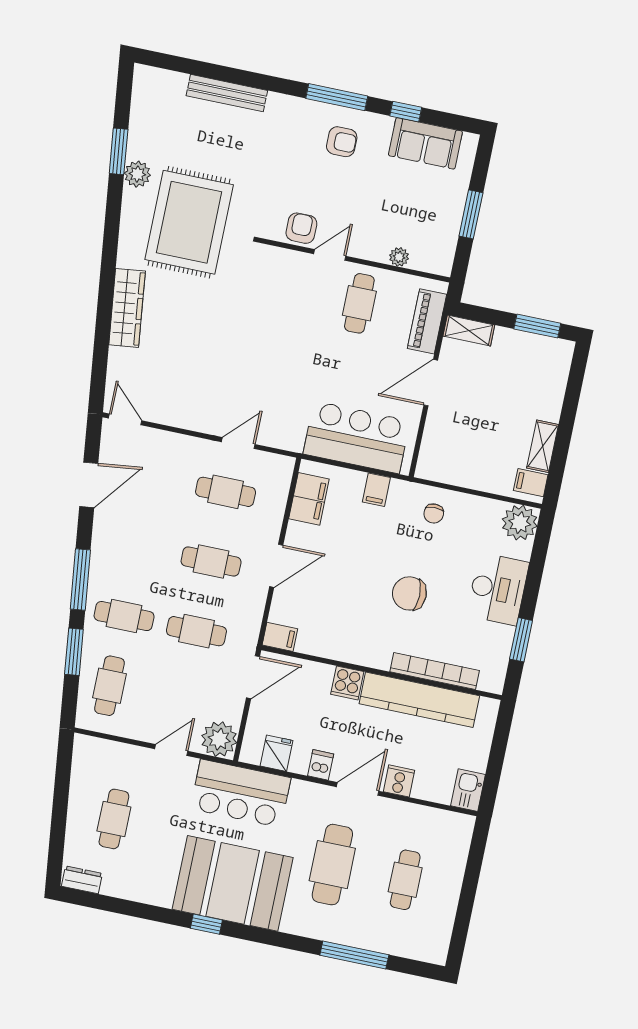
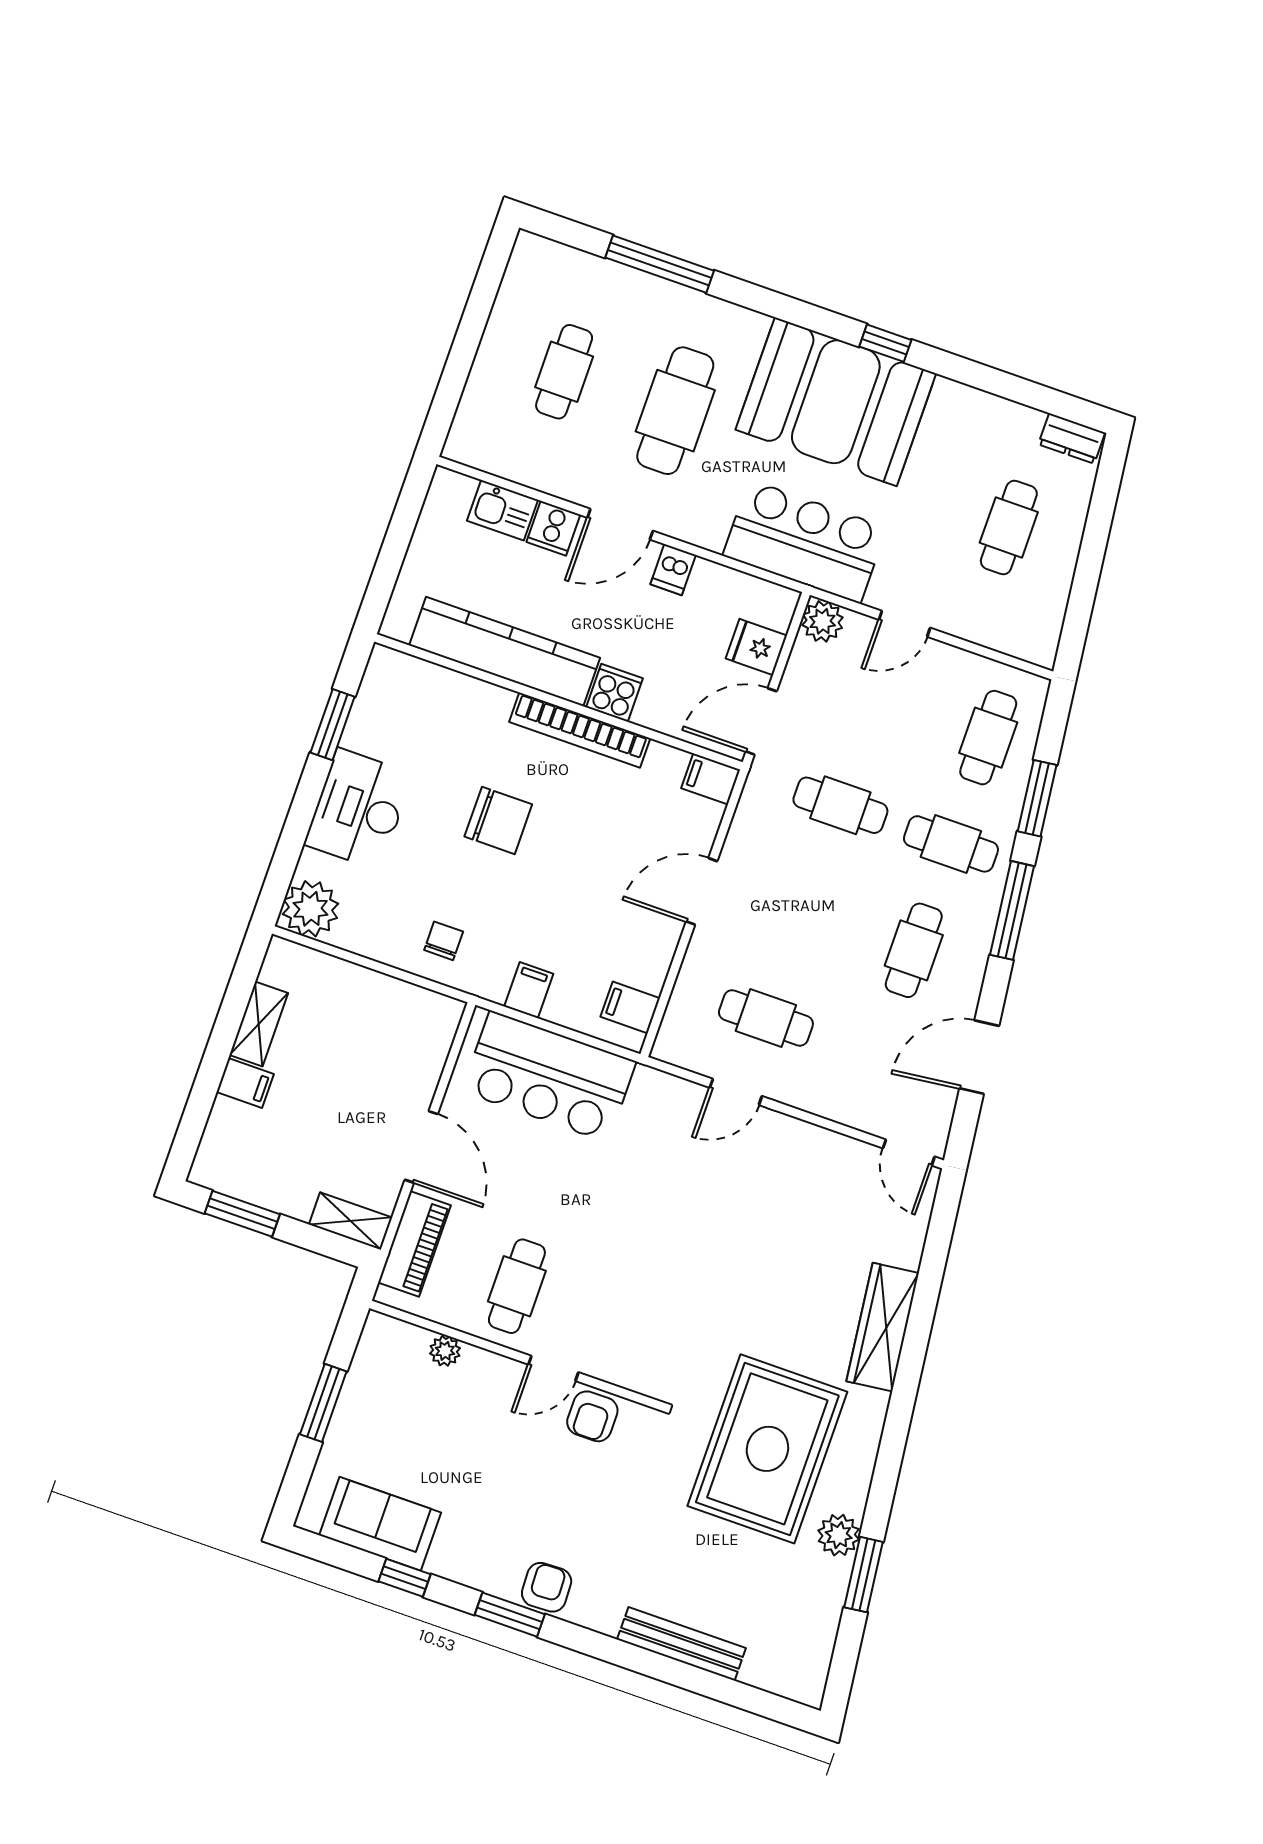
window: (337, 97) -> (510, 1615), width x0.69
armchair: (342, 142) -> (547, 1587), moved, turned 88
door: (431, 383) -> (421, 1147), hinge flipped
filing cabinet: (531, 483) -> (245, 1083), moved
filing cabinet: (309, 499) -> (630, 1007), width x0.50
cafe table: (211, 561) -> (914, 950), moved, turned 90
bookcase: (435, 671) -> (580, 730), moved
plant: (219, 739) -> (823, 621), width x0.73, depth x0.73
fridge: (277, 753) -> (756, 647), moved, turned 90
kitchen sink: (468, 790) -> (502, 510), moved, turned 90

